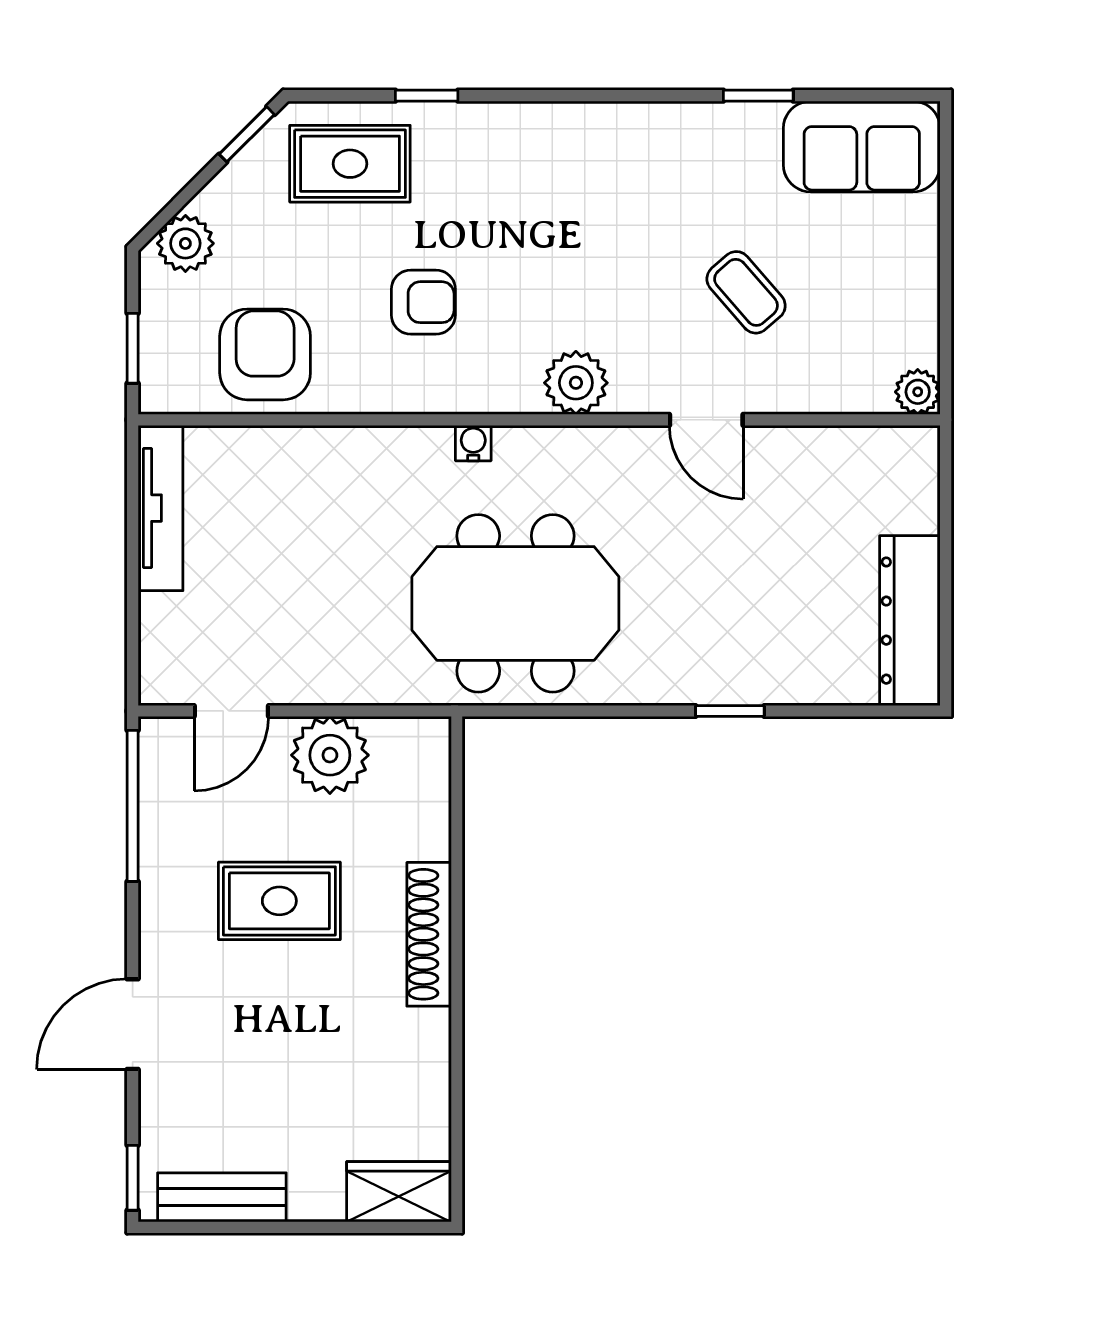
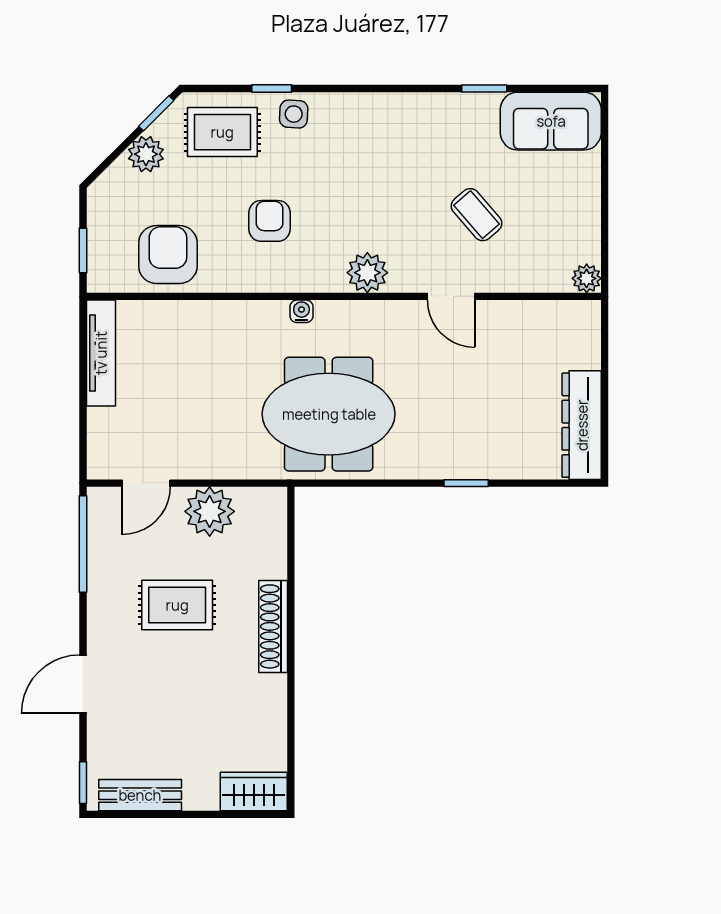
side table: (461, 135) -> (294, 114), added
plant: (185, 243) -> (146, 154), moved
armchair: (423, 302) -> (270, 221), turned -90

